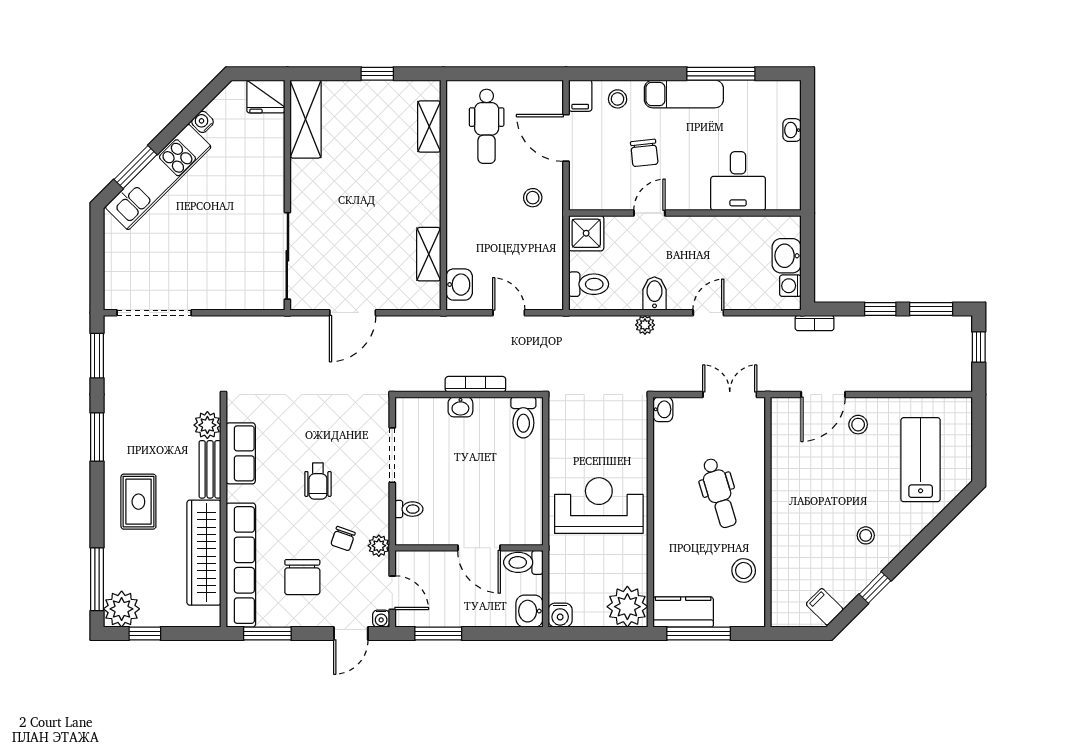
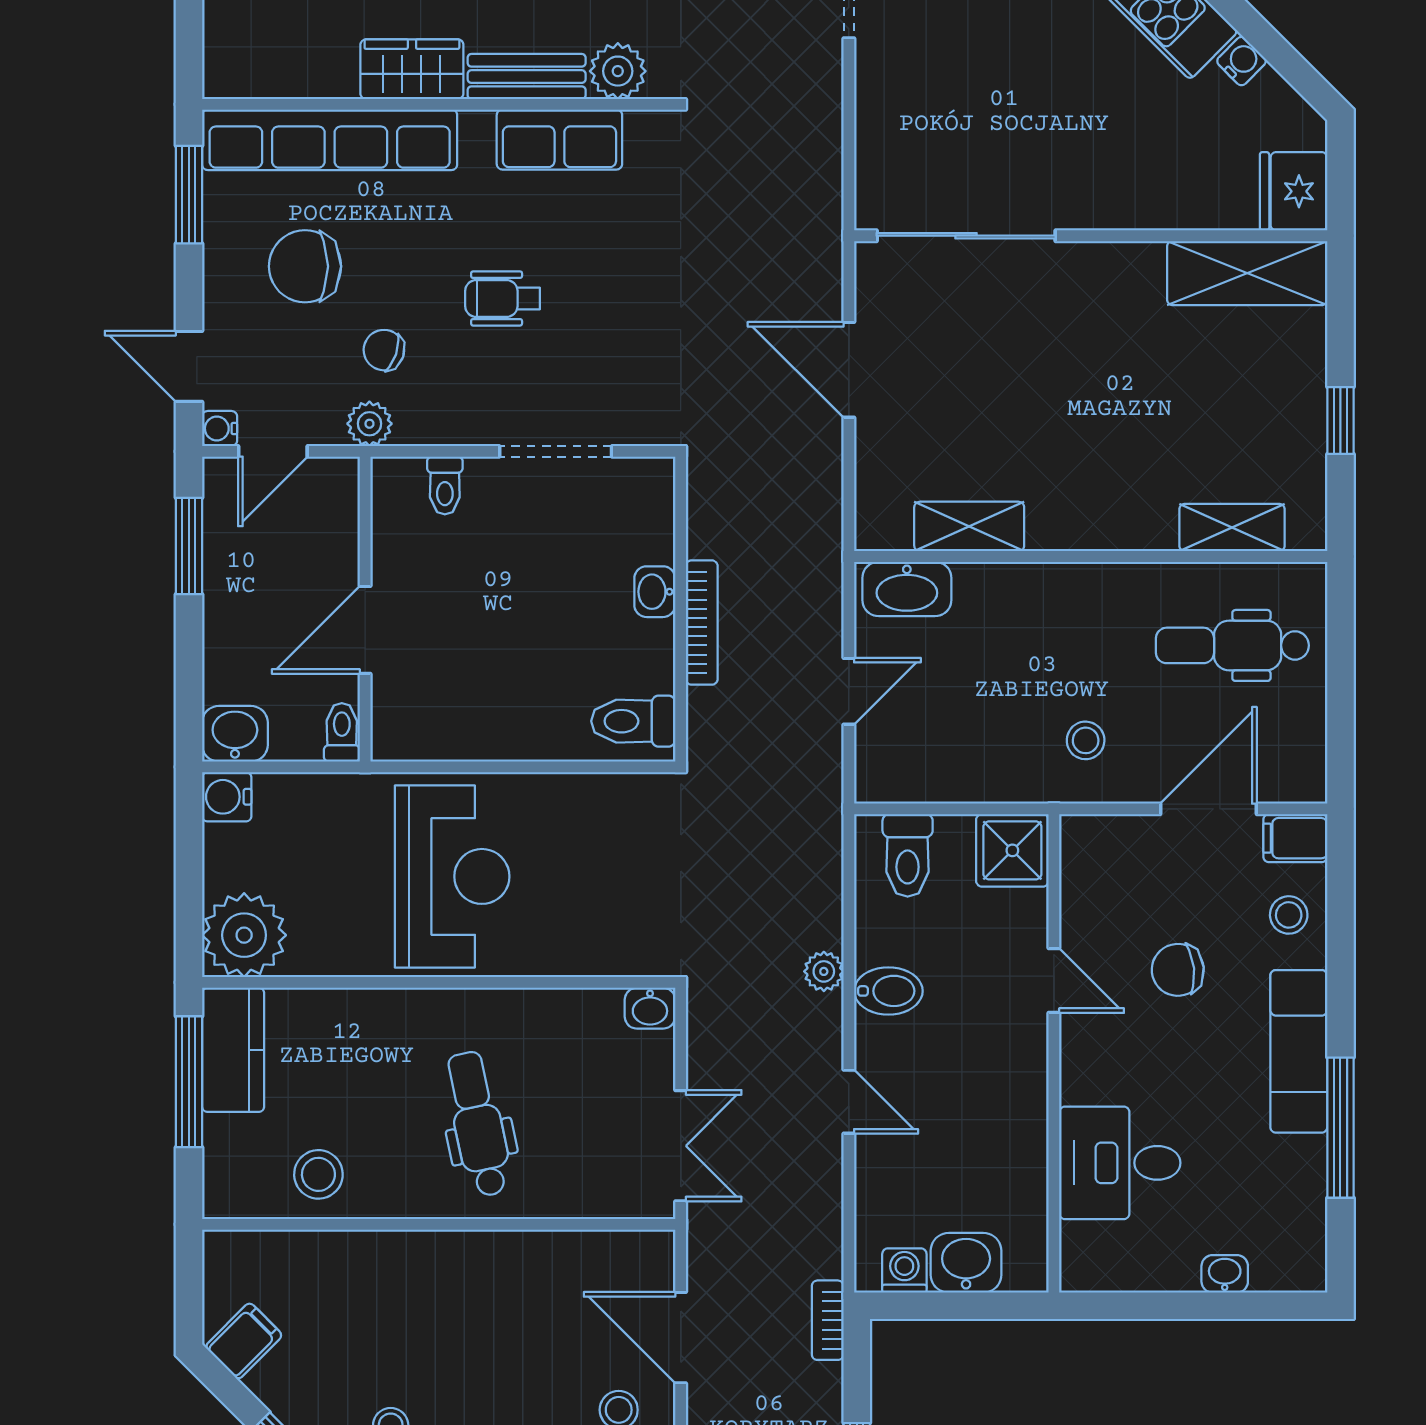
washbasin: (459, 285) -> (907, 589), width x1.38
dental chair: (719, 493) -> (478, 1124), turned 95
wardrobe: (204, 553) -> (412, 69), width x0.48, depth x0.85
toilet: (523, 562) -> (342, 732), width x0.73, depth x0.72

